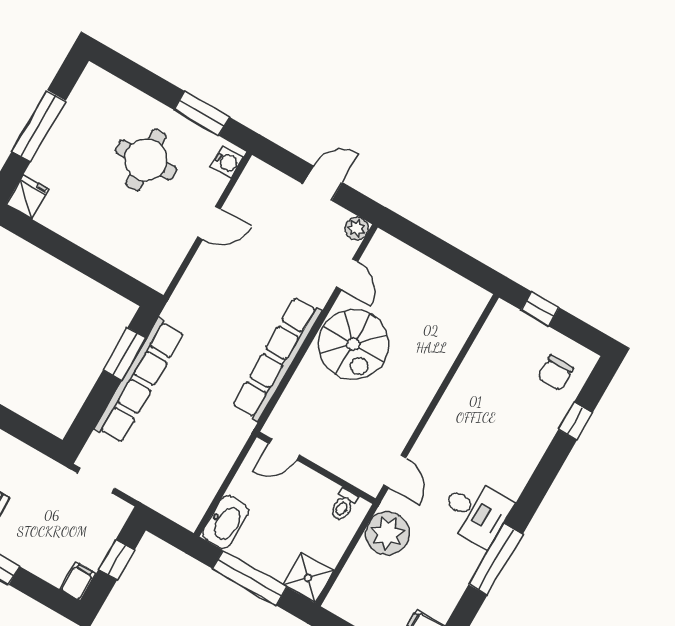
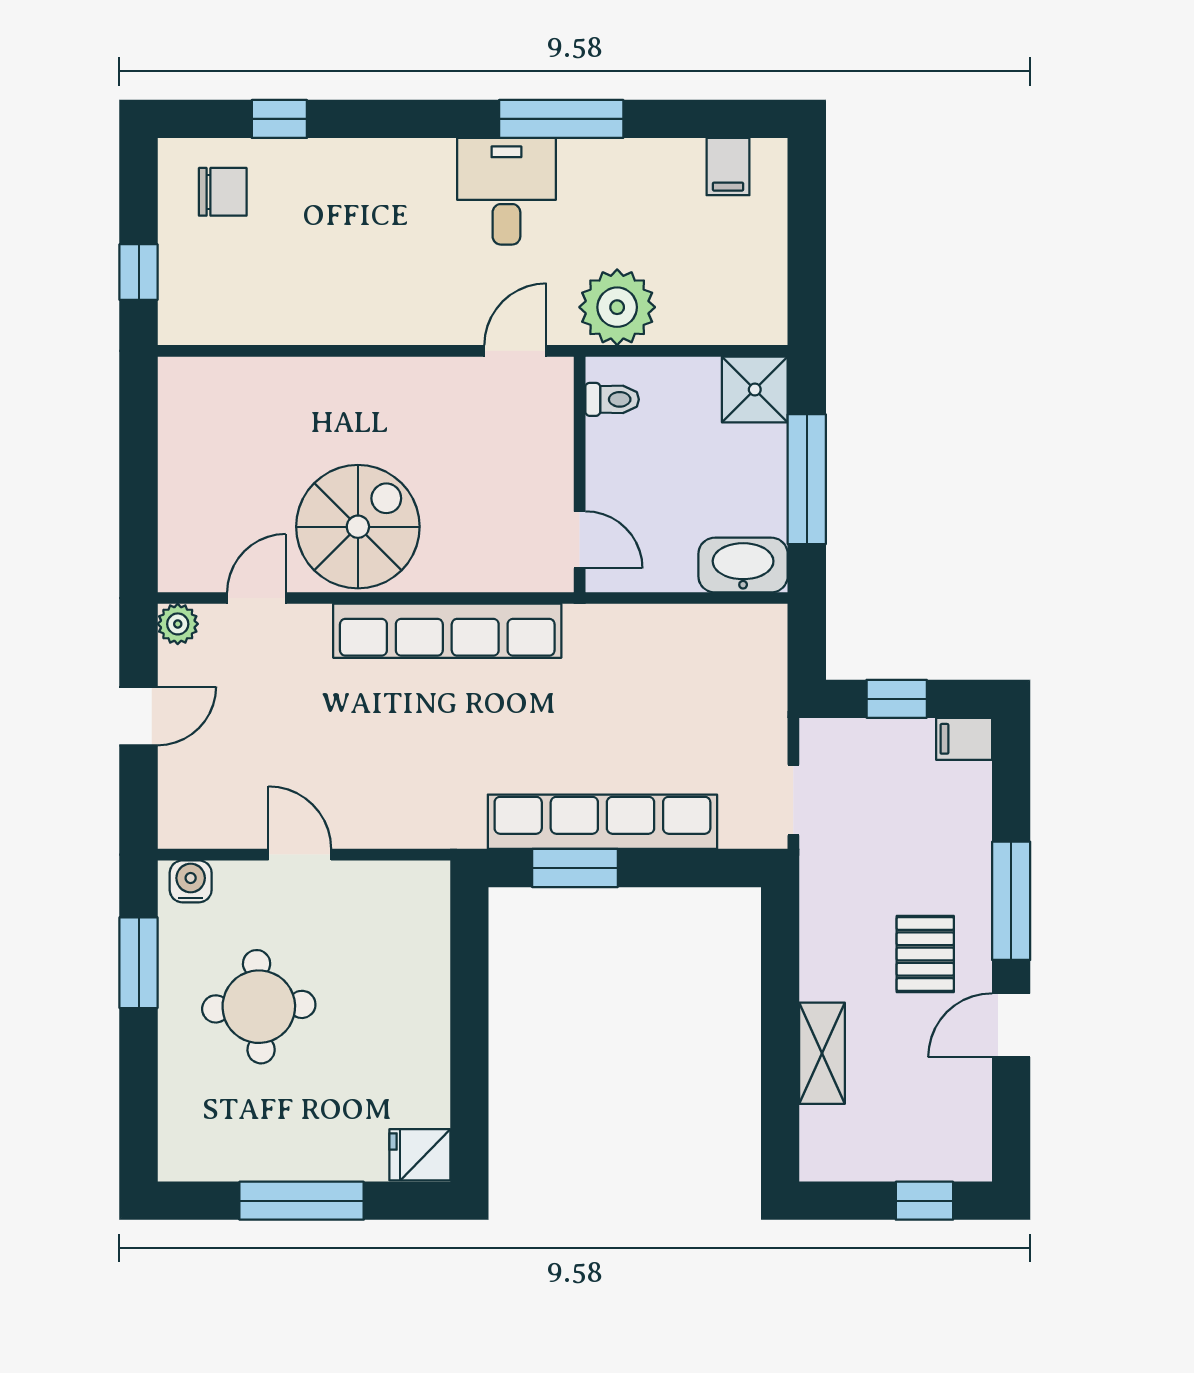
door: (323, 183) -> (139, 716), swing flipped

